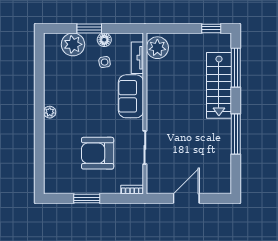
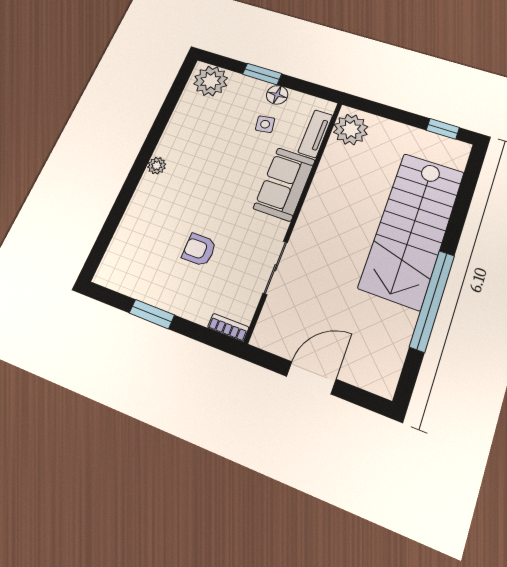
plant: (73, 44) -> (211, 81), moved
window: (236, 68) -> (464, 197), removed
stairs: (219, 85) -> (412, 229), width x1.36, depth x1.51
window: (236, 134) -> (432, 300), width x1.46
armchair: (98, 153) -> (199, 250), width x0.53, depth x0.53

